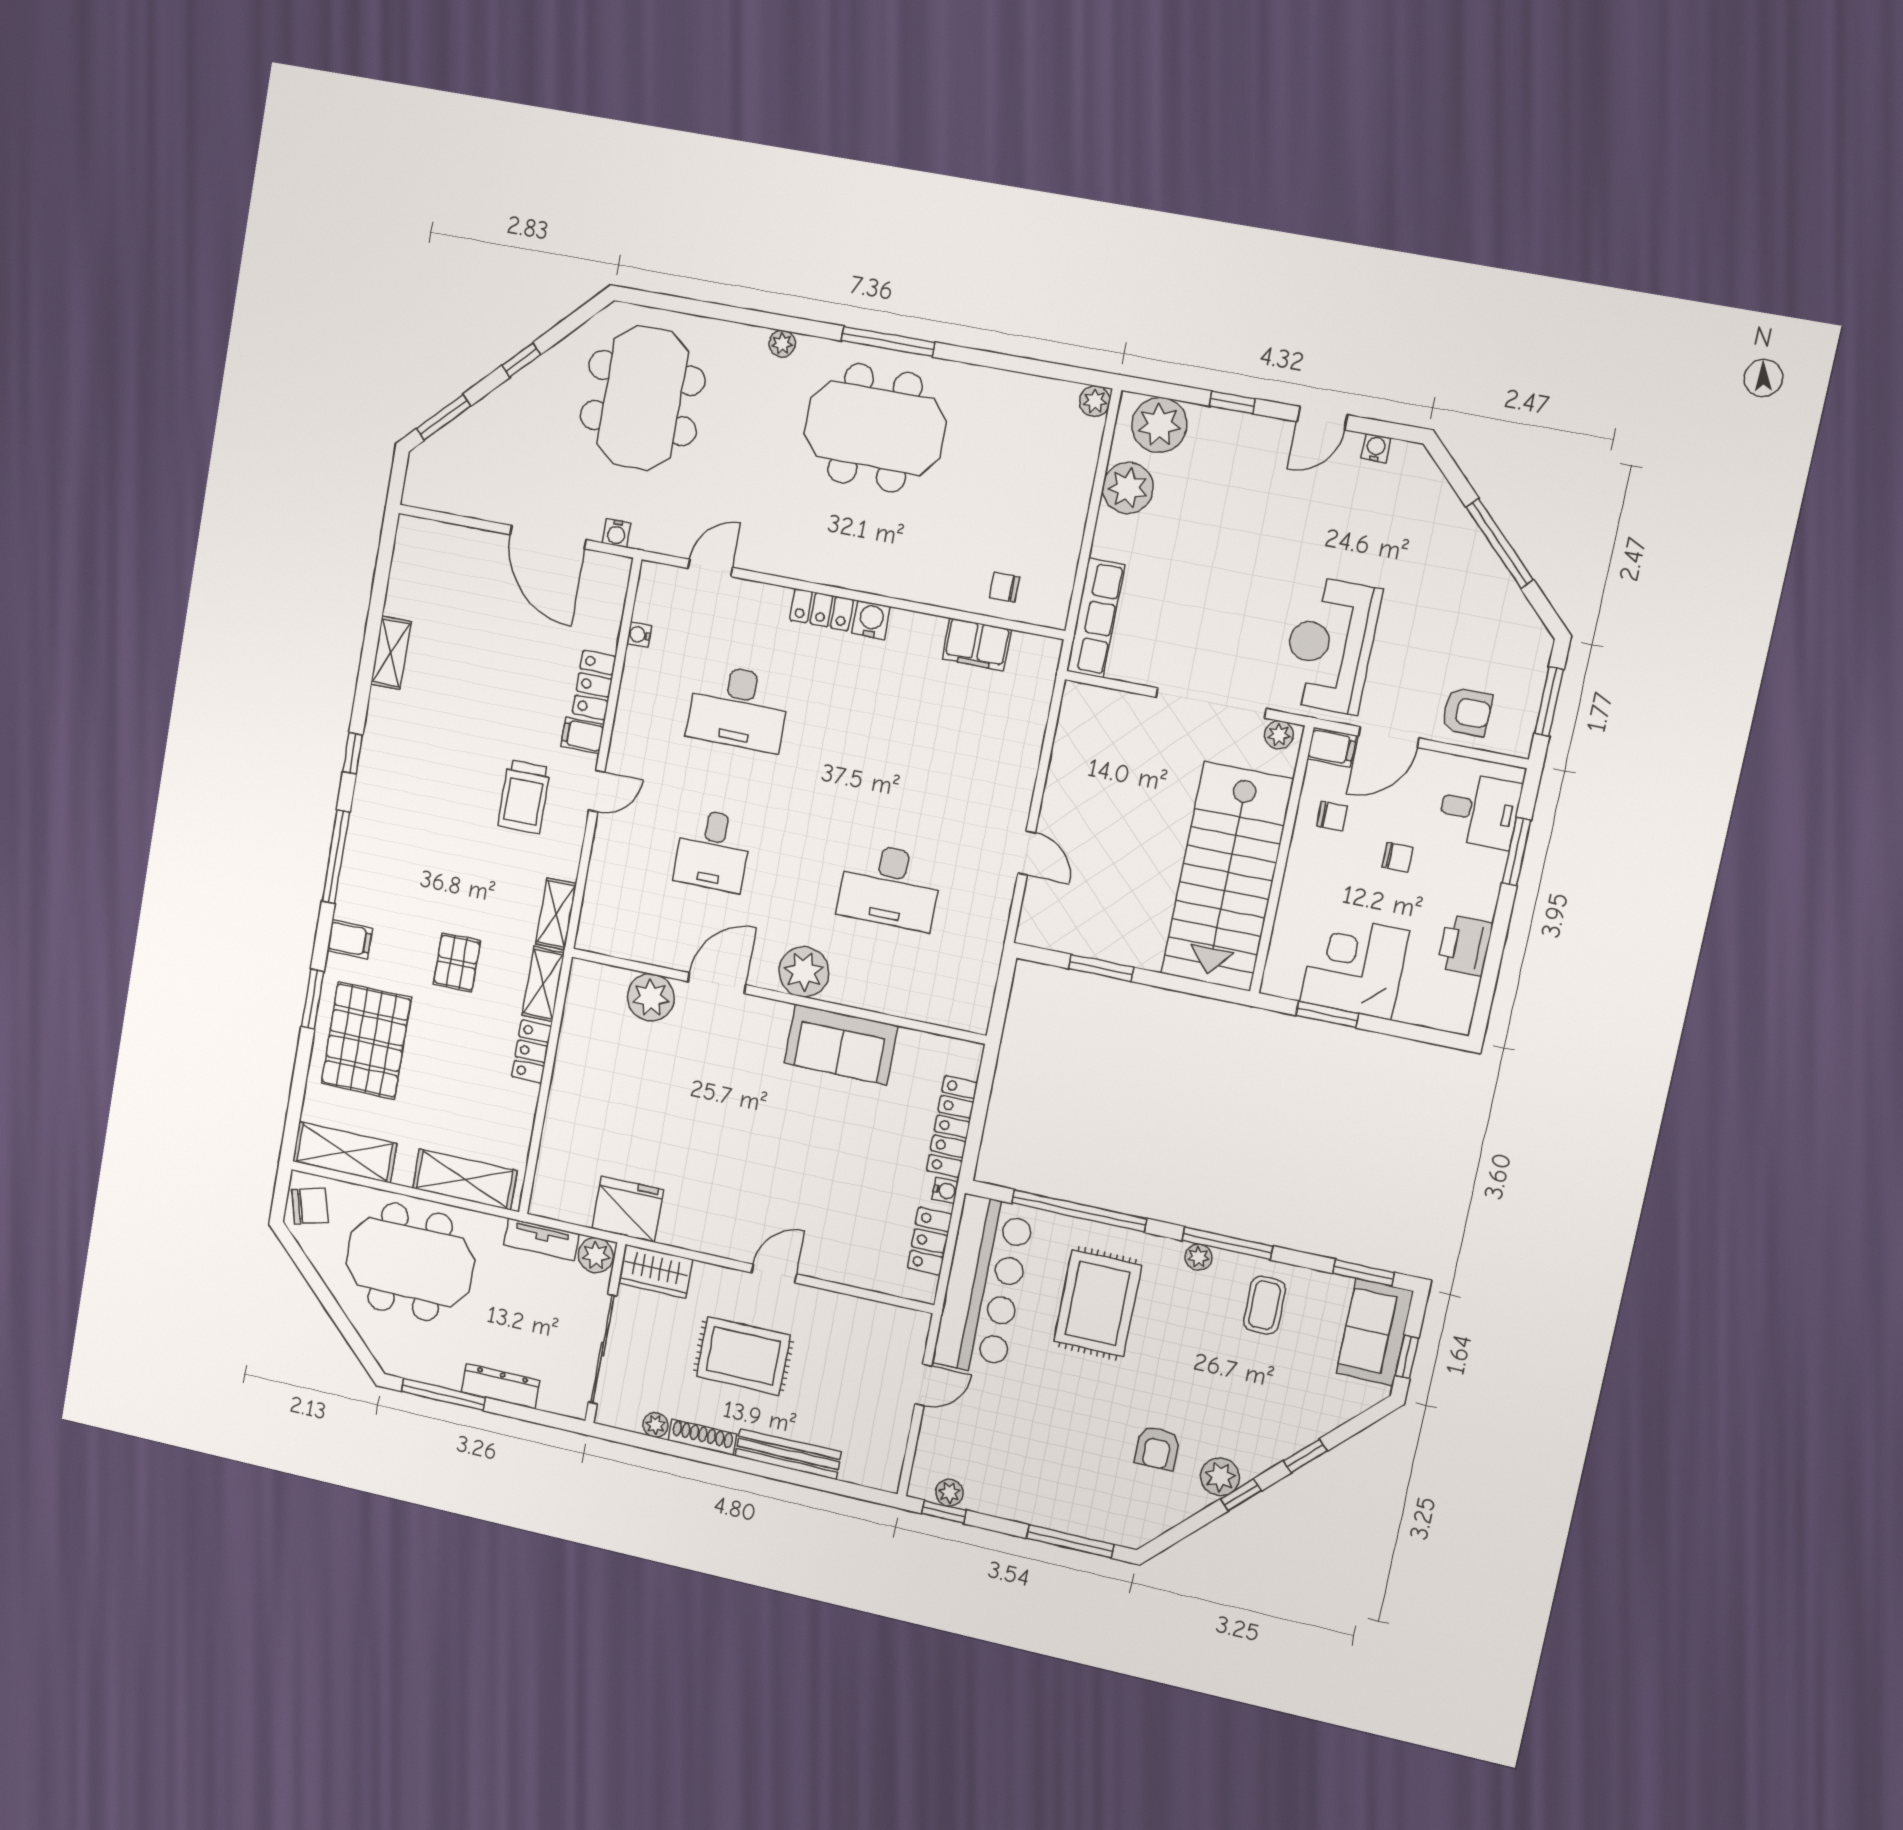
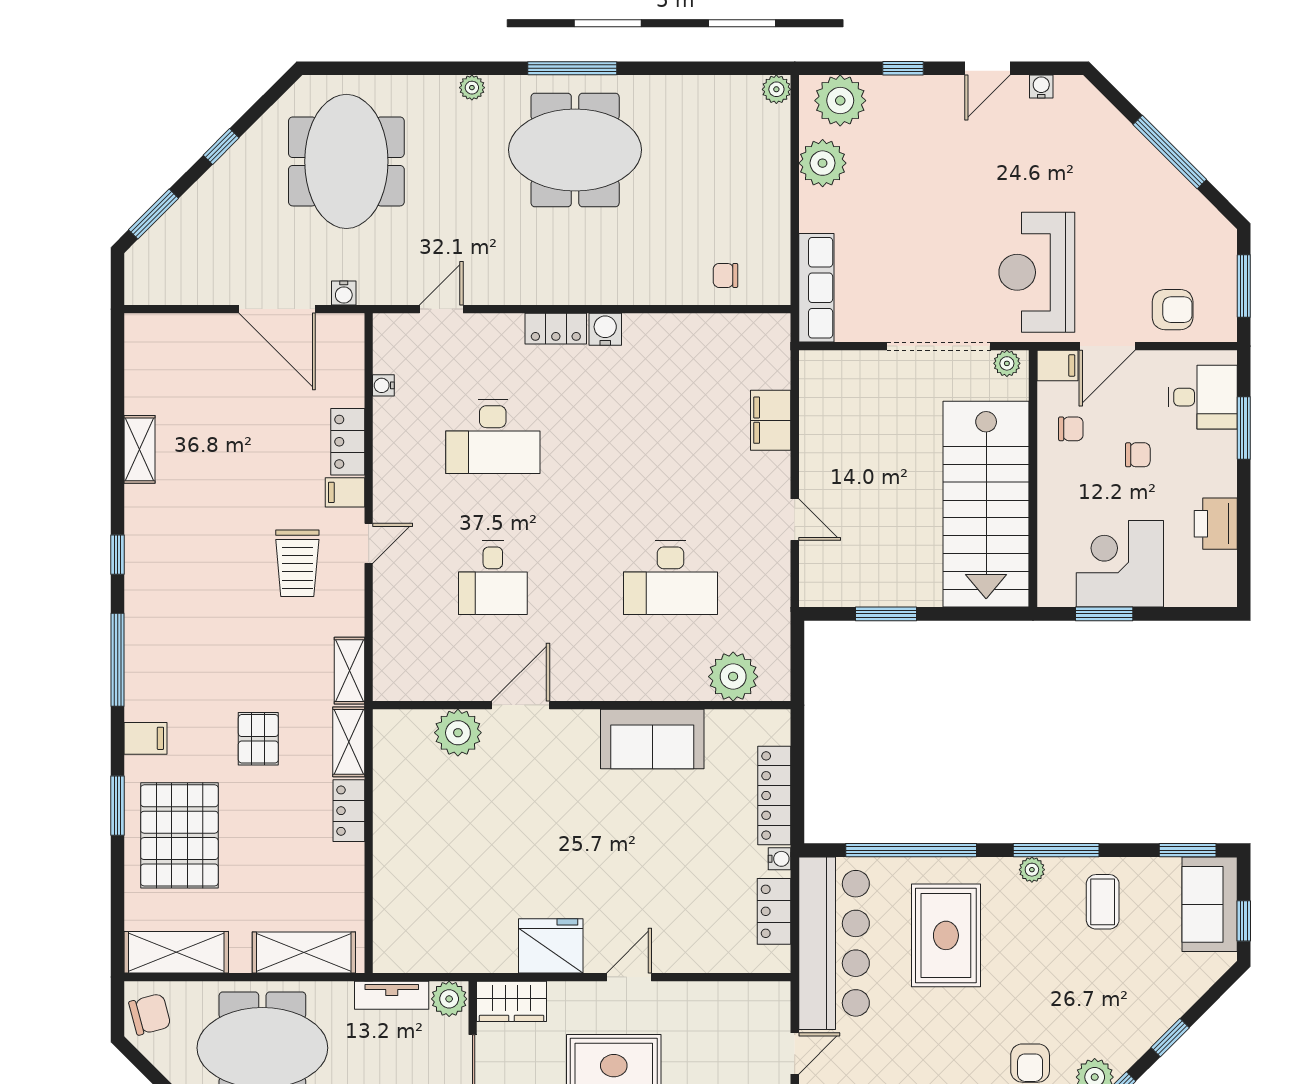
filing cabinet: (977, 644) -> (771, 420), moved, turned 90
plant: (804, 972) -> (733, 677), moved
fridge: (628, 1209) -> (551, 946), moved

